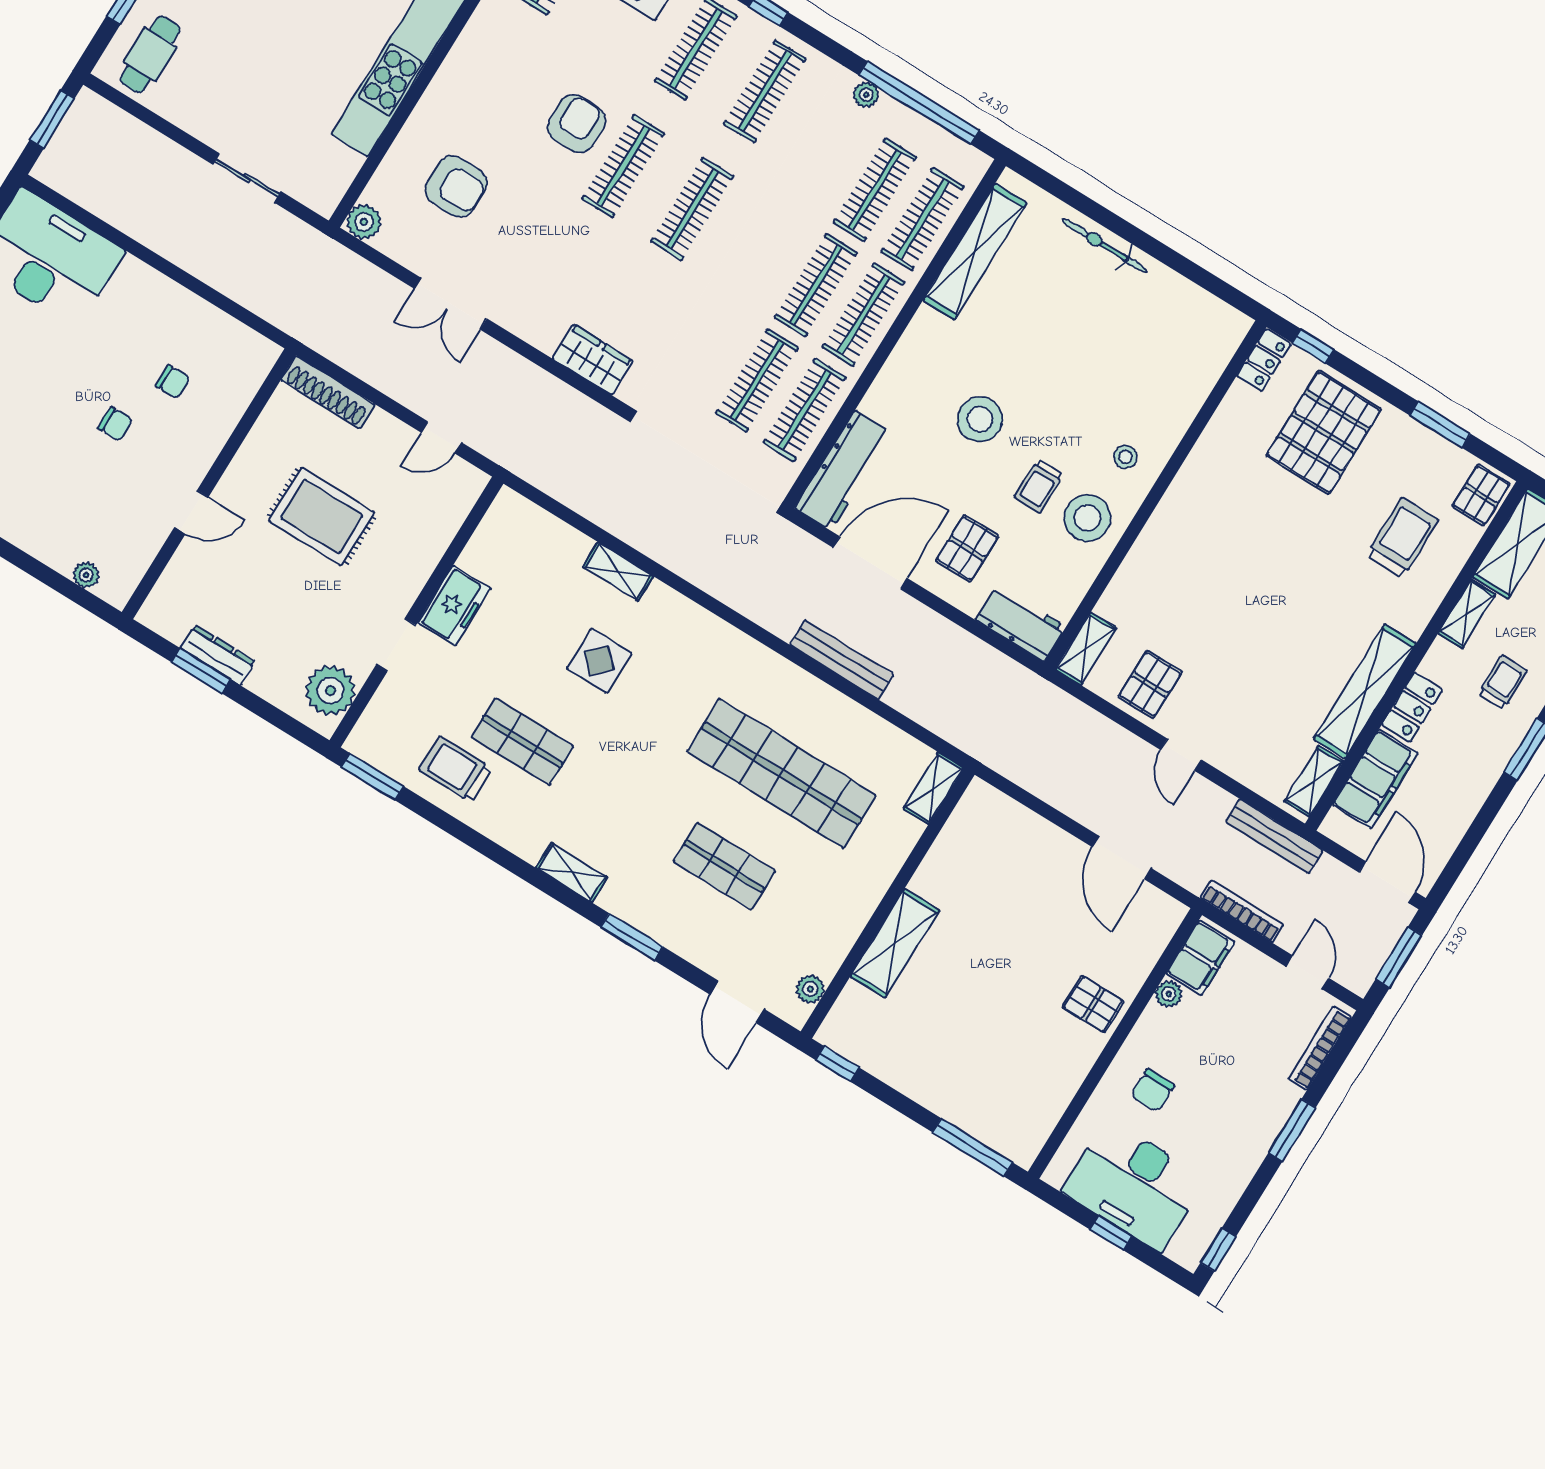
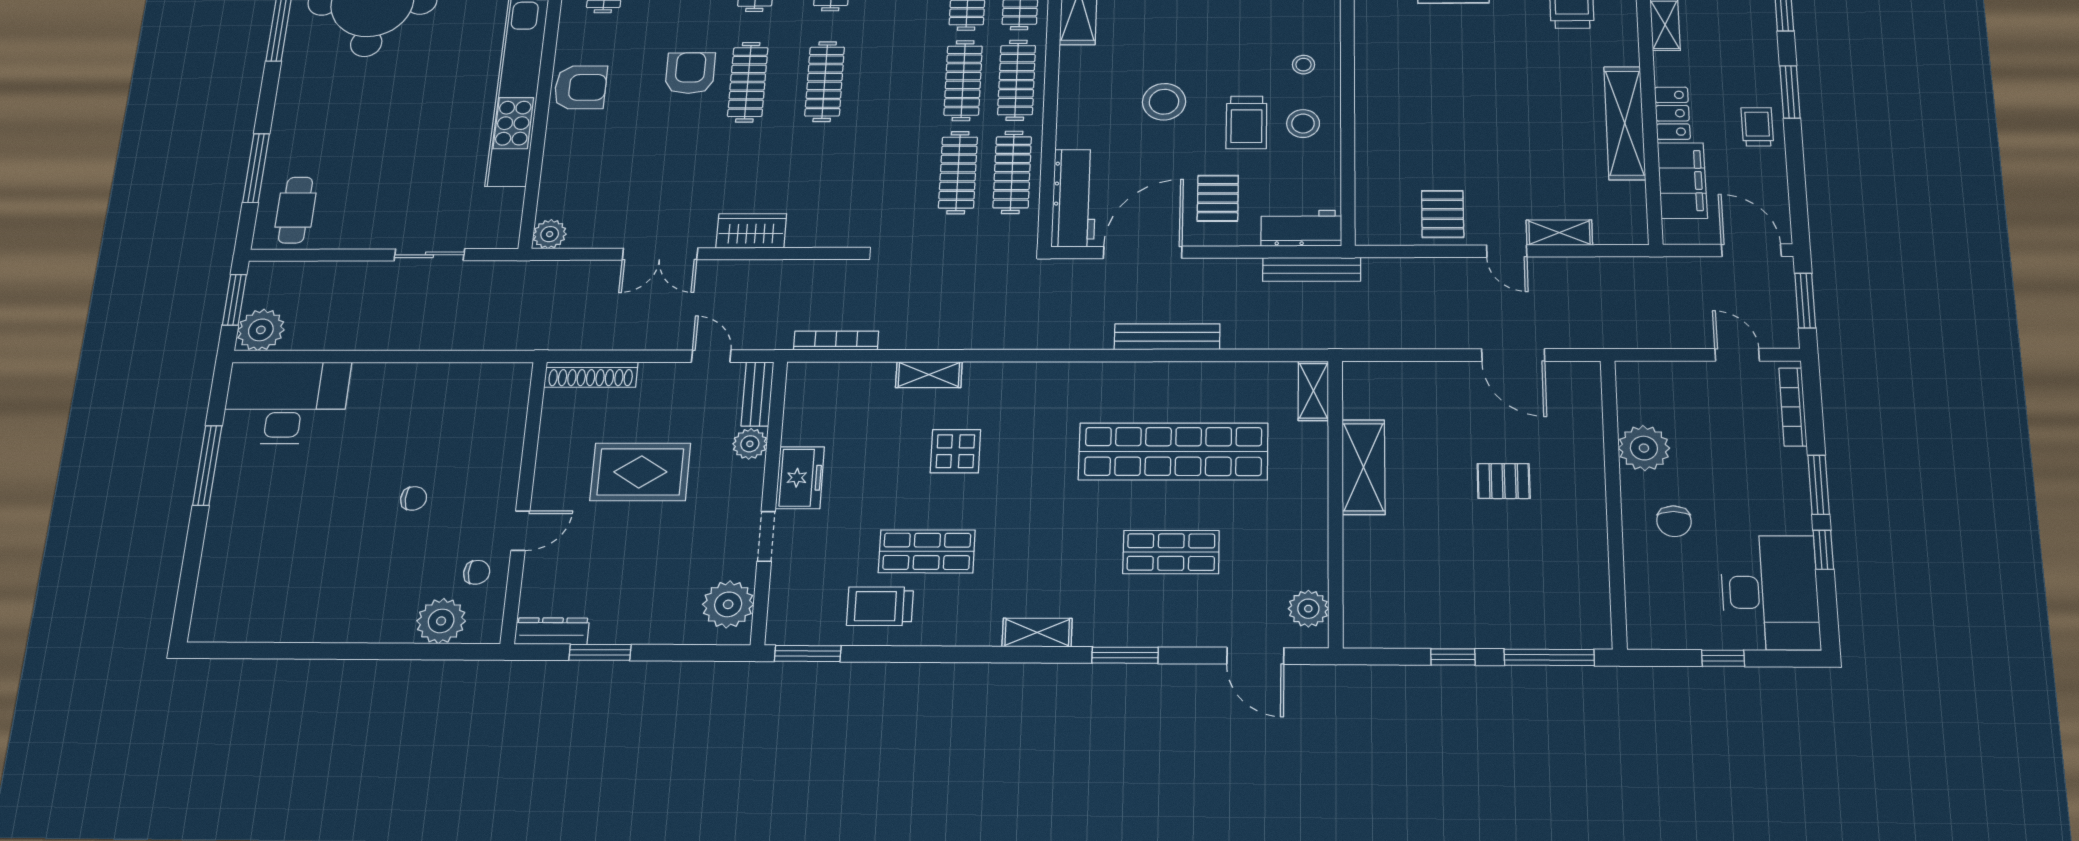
plant: (61, 166) -> (261, 330), added
armchair: (456, 186) -> (580, 87), moved
wardrobe: (593, 360) -> (751, 231), moved
chair: (173, 382) -> (477, 572), moved
door: (441, 437) -> (711, 356), swing flipped
trolley: (1039, 486) -> (1246, 122), width x1.36, depth x1.39
bench: (461, 500) -> (757, 394), added
stool: (1087, 518) -> (1303, 124), width x0.73, depth x0.73
plant: (429, 546) -> (750, 444), added
plant: (86, 575) -> (441, 621), width x1.88, depth x1.88
shelving: (1086, 649) -> (1370, 217), removed
dresser: (218, 655) -> (552, 631), moved
trolley: (1503, 682) -> (1757, 127), moved
shelving: (1314, 781) -> (1559, 233), moved, turned 90
bench: (1274, 836) -> (1312, 269), moved
bookcase: (1242, 911) -> (836, 341), moved
shelving: (895, 943) -> (1363, 467), moved
filing cabinet: (1200, 958) -> (1637, 394), removed
plant: (810, 989) -> (1308, 609), width x1.38, depth x1.38
plant: (1169, 994) -> (1644, 448), width x1.87, depth x1.87
pallet: (1093, 1004) -> (1504, 481), moved
window: (837, 1064) -> (1453, 657), moved
desk: (1134, 1185) -> (1770, 592), moved, turned -90
window: (1218, 1250) -> (1823, 550), moved

